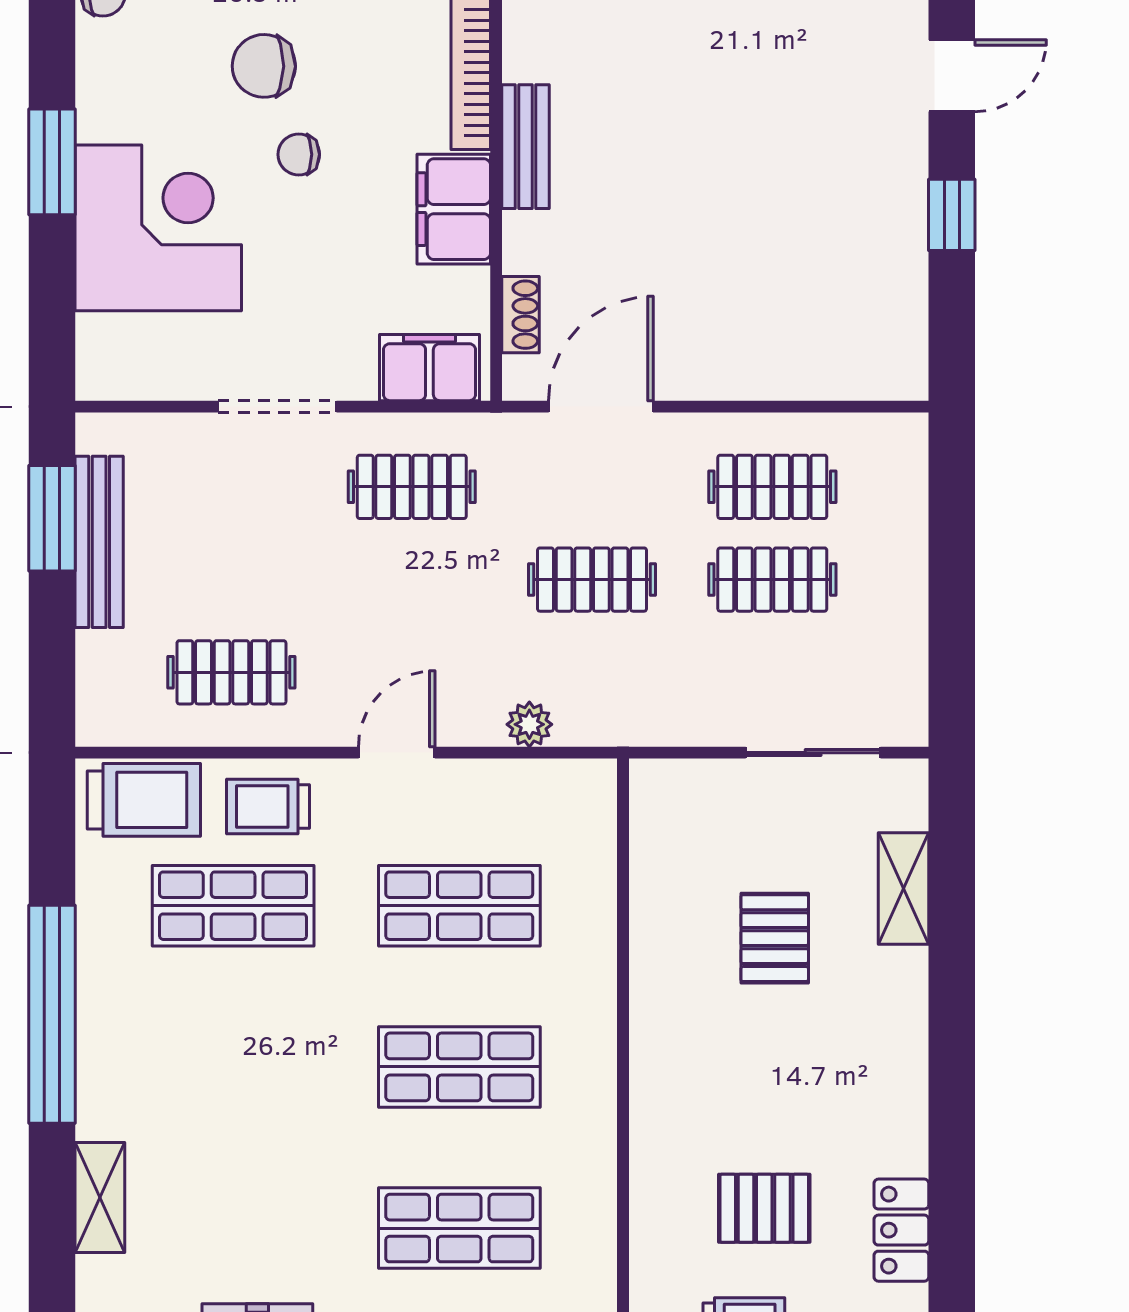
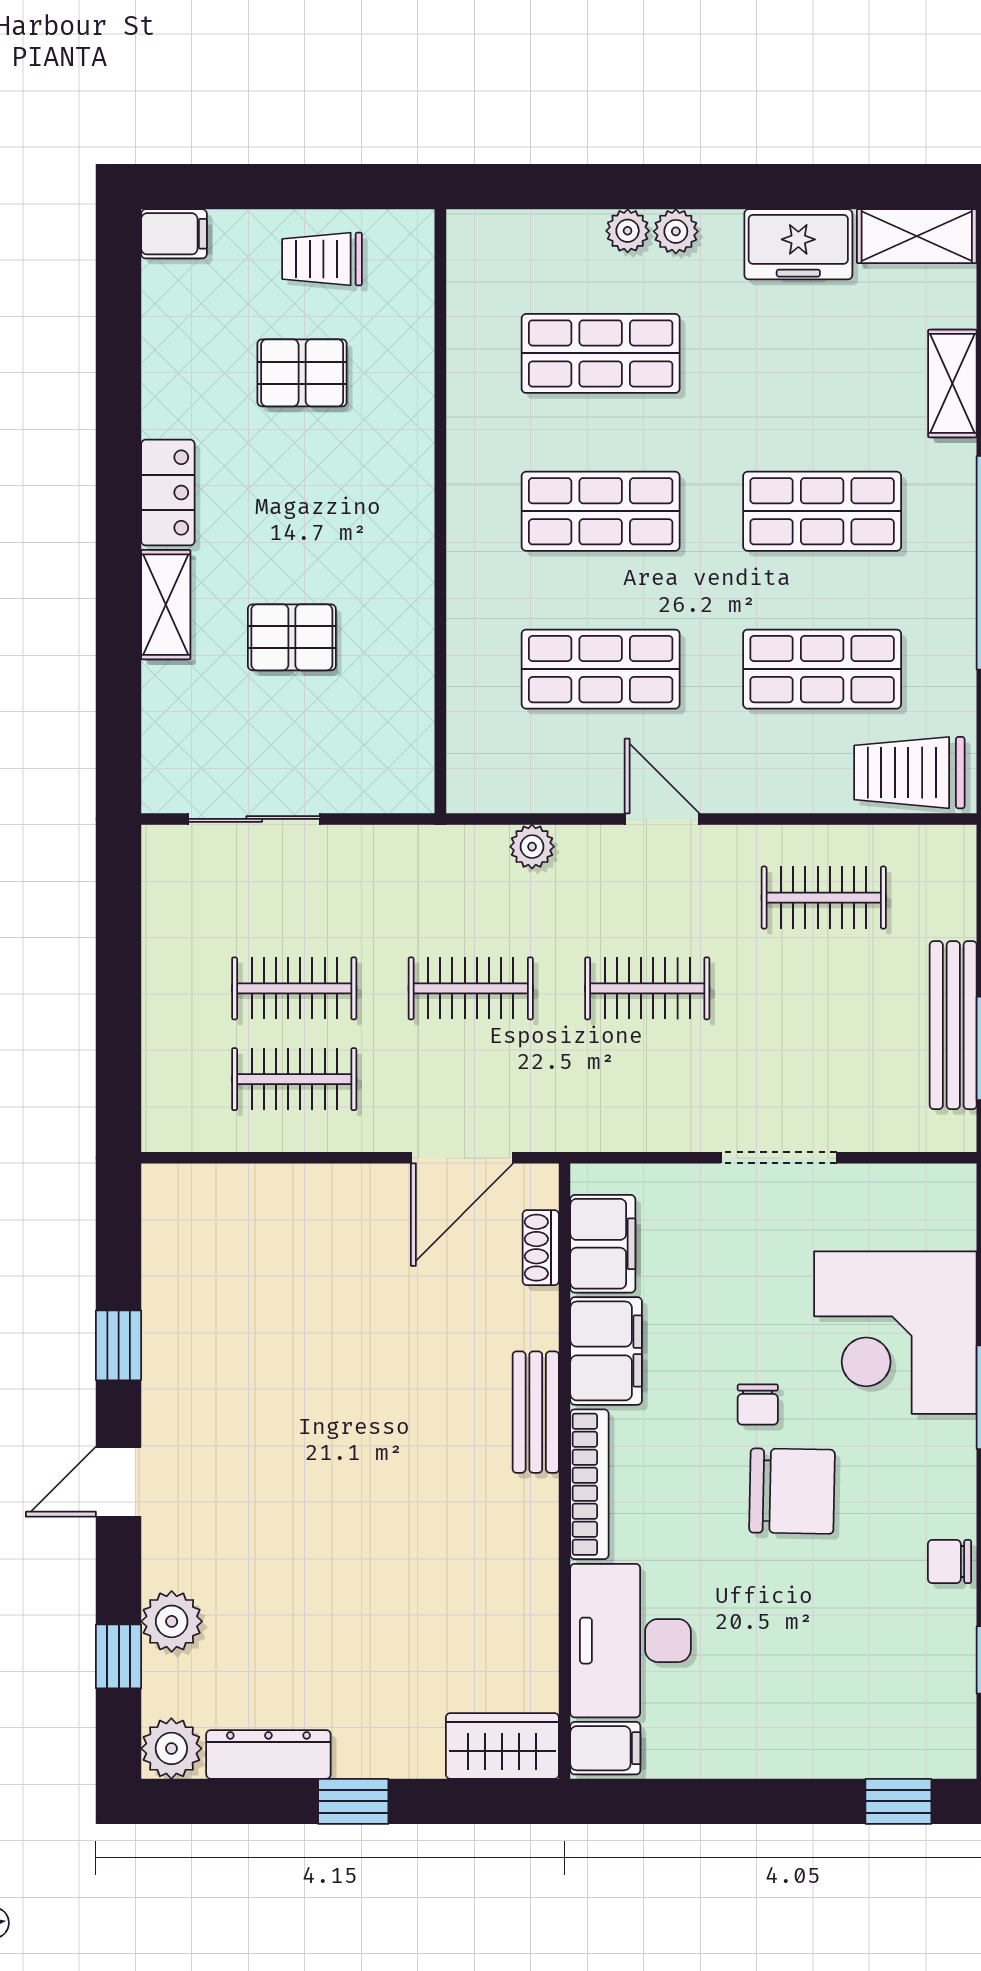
chair: (264, 66) -> (792, 1491), width x1.37, depth x1.37
chair: (299, 154) -> (758, 1404), turned 90
filing cabinet: (429, 368) -> (603, 1244), moved, turned -90
clothes rail: (412, 487) -> (647, 988), moved
door: (397, 753) -> (662, 819), swing flipped
trolley: (268, 807) -> (788, 766), removed
shelving: (904, 889) -> (166, 605), moved
pallet: (775, 938) -> (292, 637), turned 90
shop shelf: (233, 1067) -> (822, 511), added
locker: (901, 1230) -> (168, 493), moved

